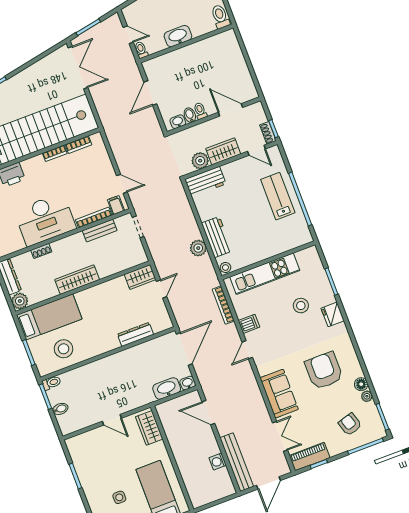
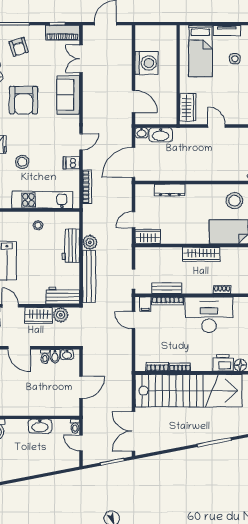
stool: (225, 267) -> (38, 225), moved
washing machine: (218, 462) -> (147, 63), width x1.89, depth x1.89
bench: (237, 462) -> (89, 277), moved

